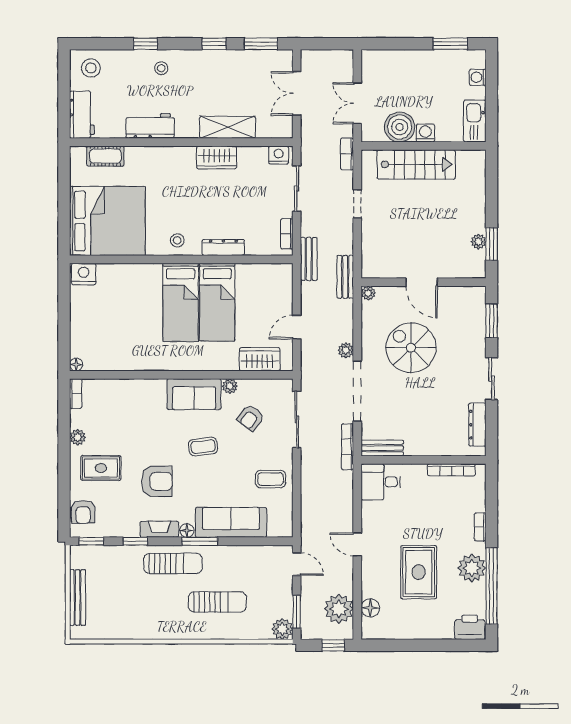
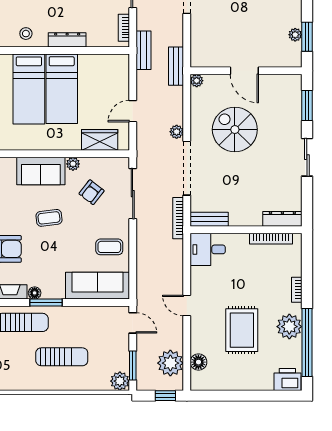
dresser: (477, 425) -> (282, 219), moved, turned 90
sofa: (231, 522) -> (98, 286), moved

